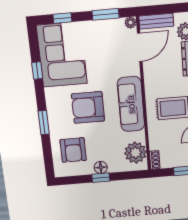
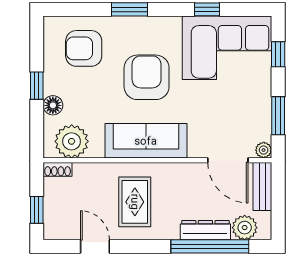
floor lamp: (101, 167) -> (53, 105), moved

